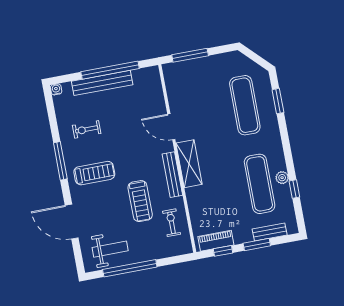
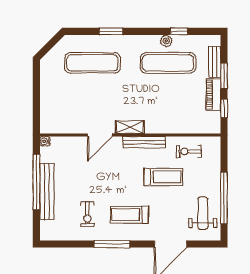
window: (190, 55) -> (36, 105), removed
water cooler: (56, 89) -> (45, 141), moved
window: (278, 101) -> (111, 31), moved
shelving: (189, 164) -> (130, 127), width x0.67, depth x0.75
treadmill: (94, 173) -> (129, 215), turned -90
piano: (216, 241) -> (213, 95), moved

